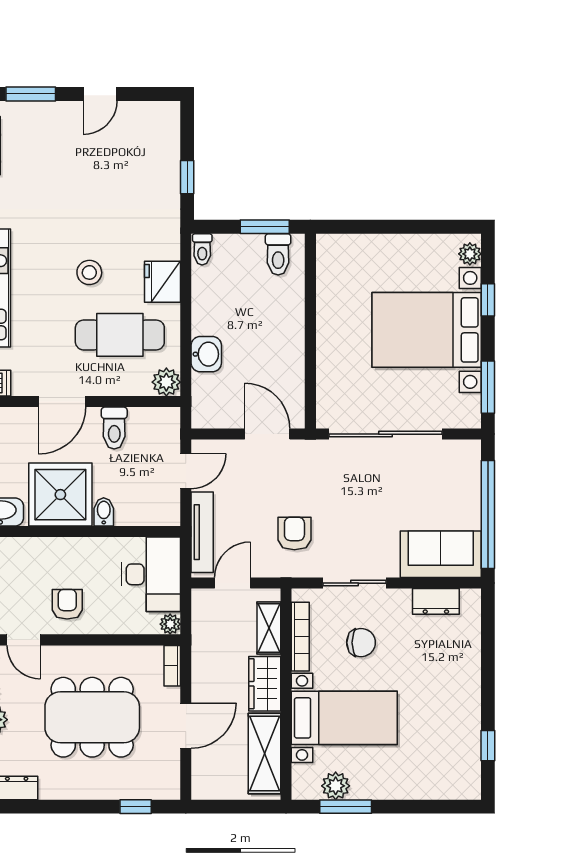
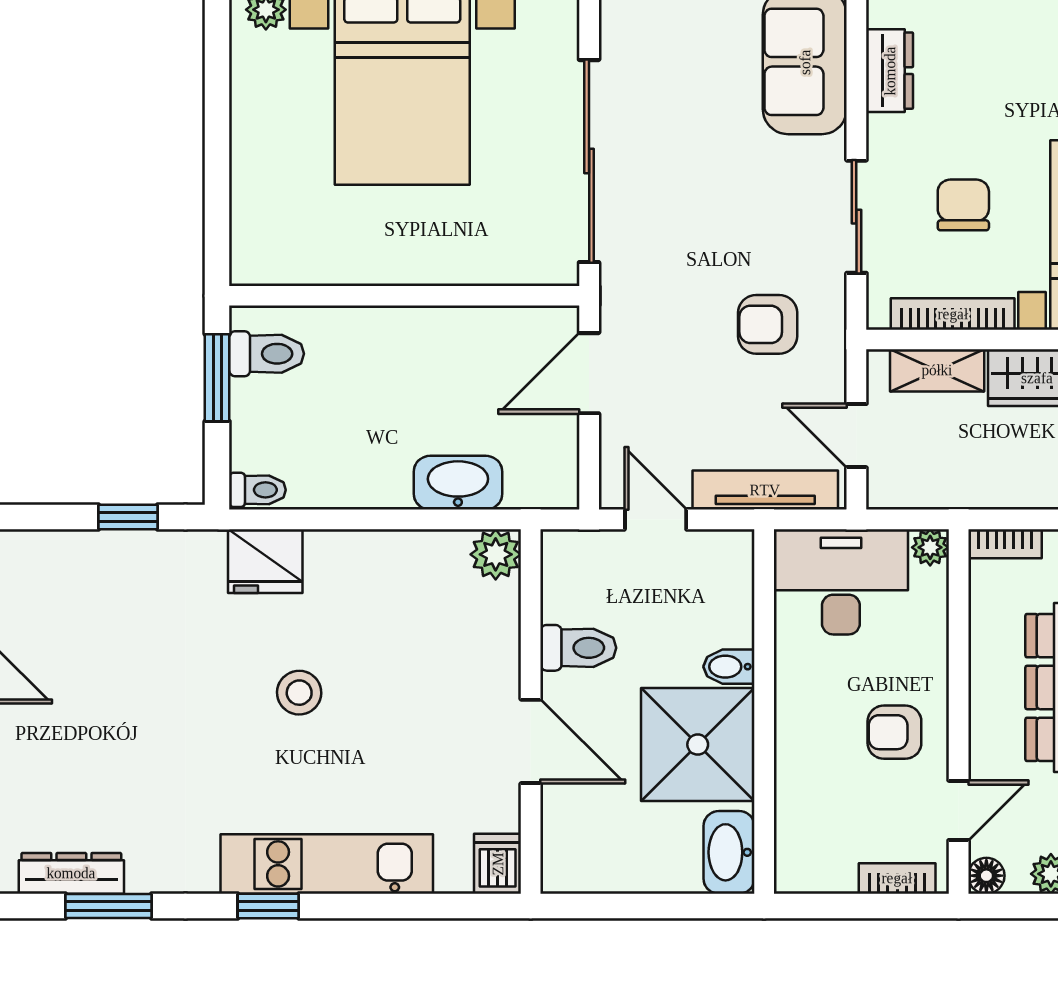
fridge: (163, 282) -> (265, 561), moved
cafe table: (120, 335) -> (411, 638), removed
washbasin: (206, 354) -> (458, 483), width x1.38

